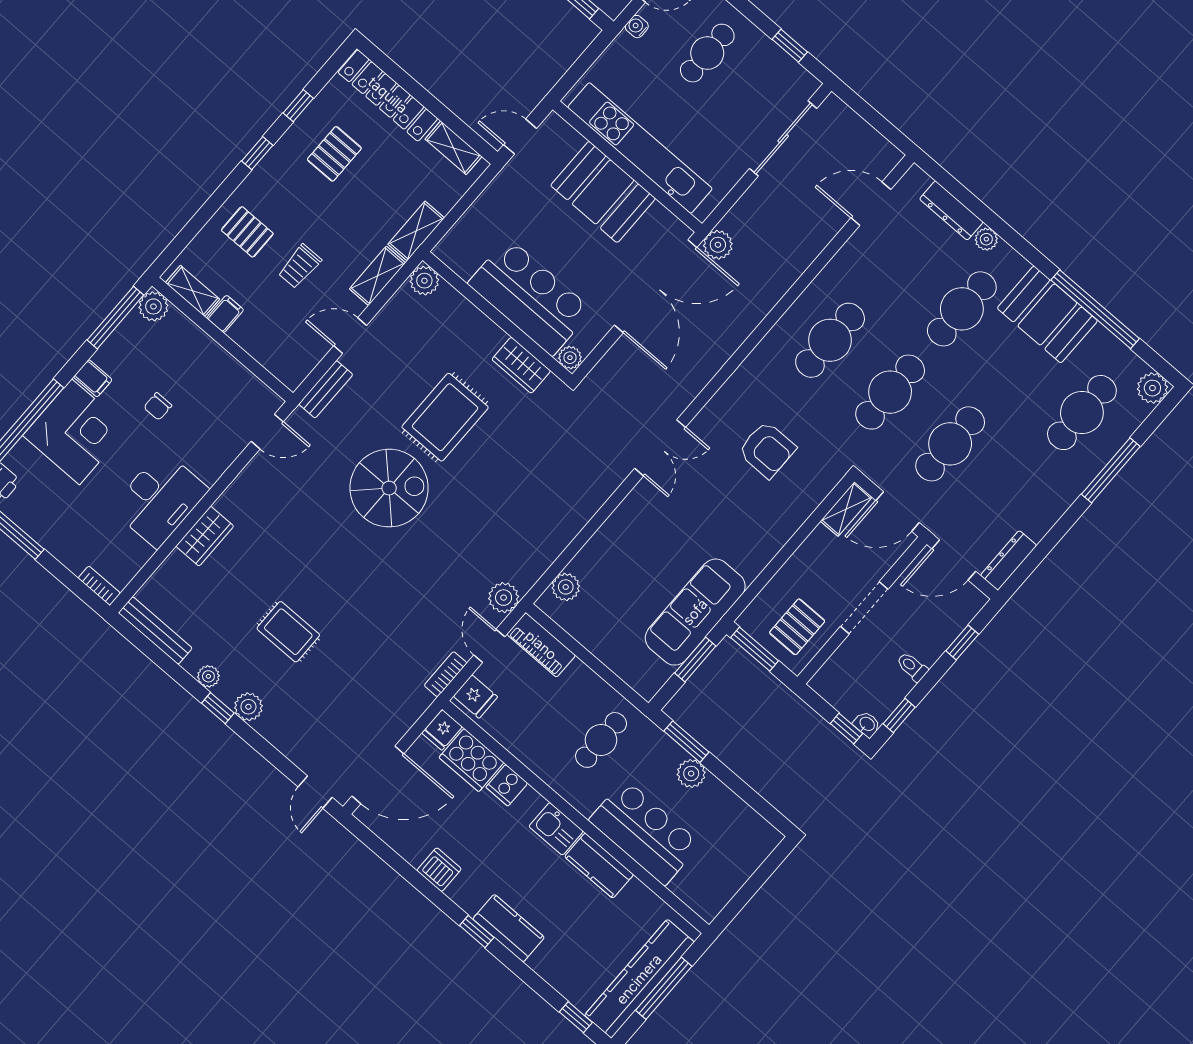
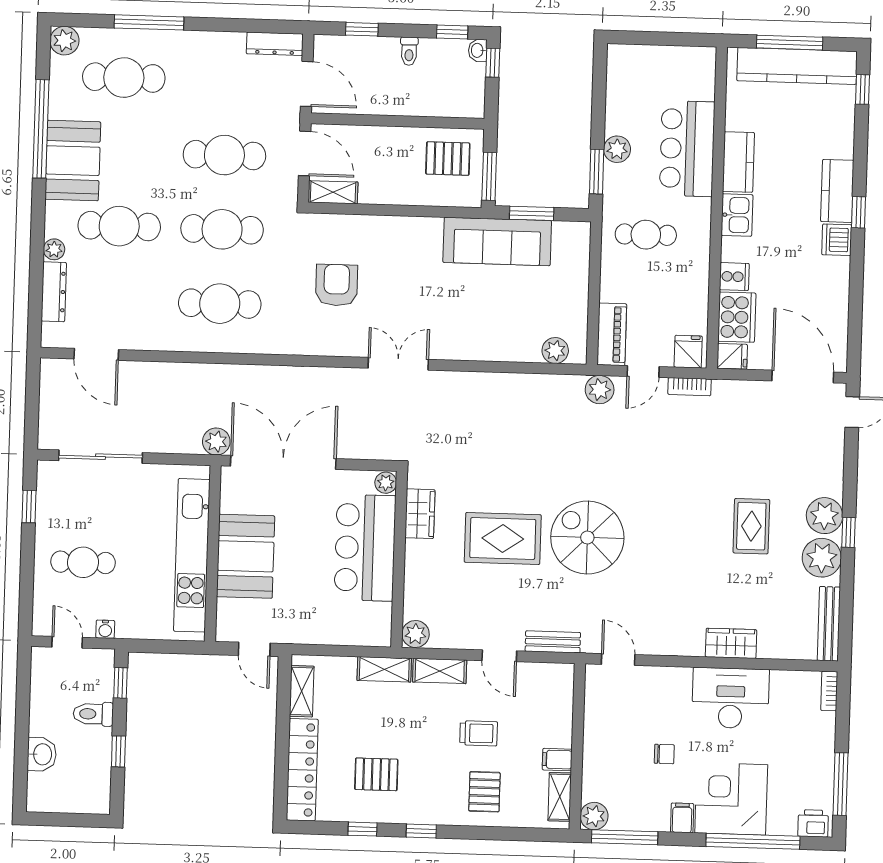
doorway: (864, 608) -> (394, 121), removed
plant: (208, 676) -> (822, 558), width x1.87, depth x1.87
plant: (248, 707) -> (825, 516), width x1.36, depth x1.36
dishwasher: (439, 870) -> (837, 240), moved

